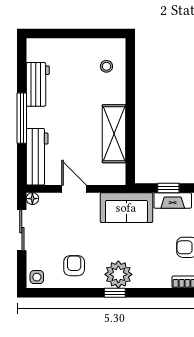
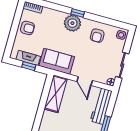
shelving: (114, 134) -> (56, 94), moved

